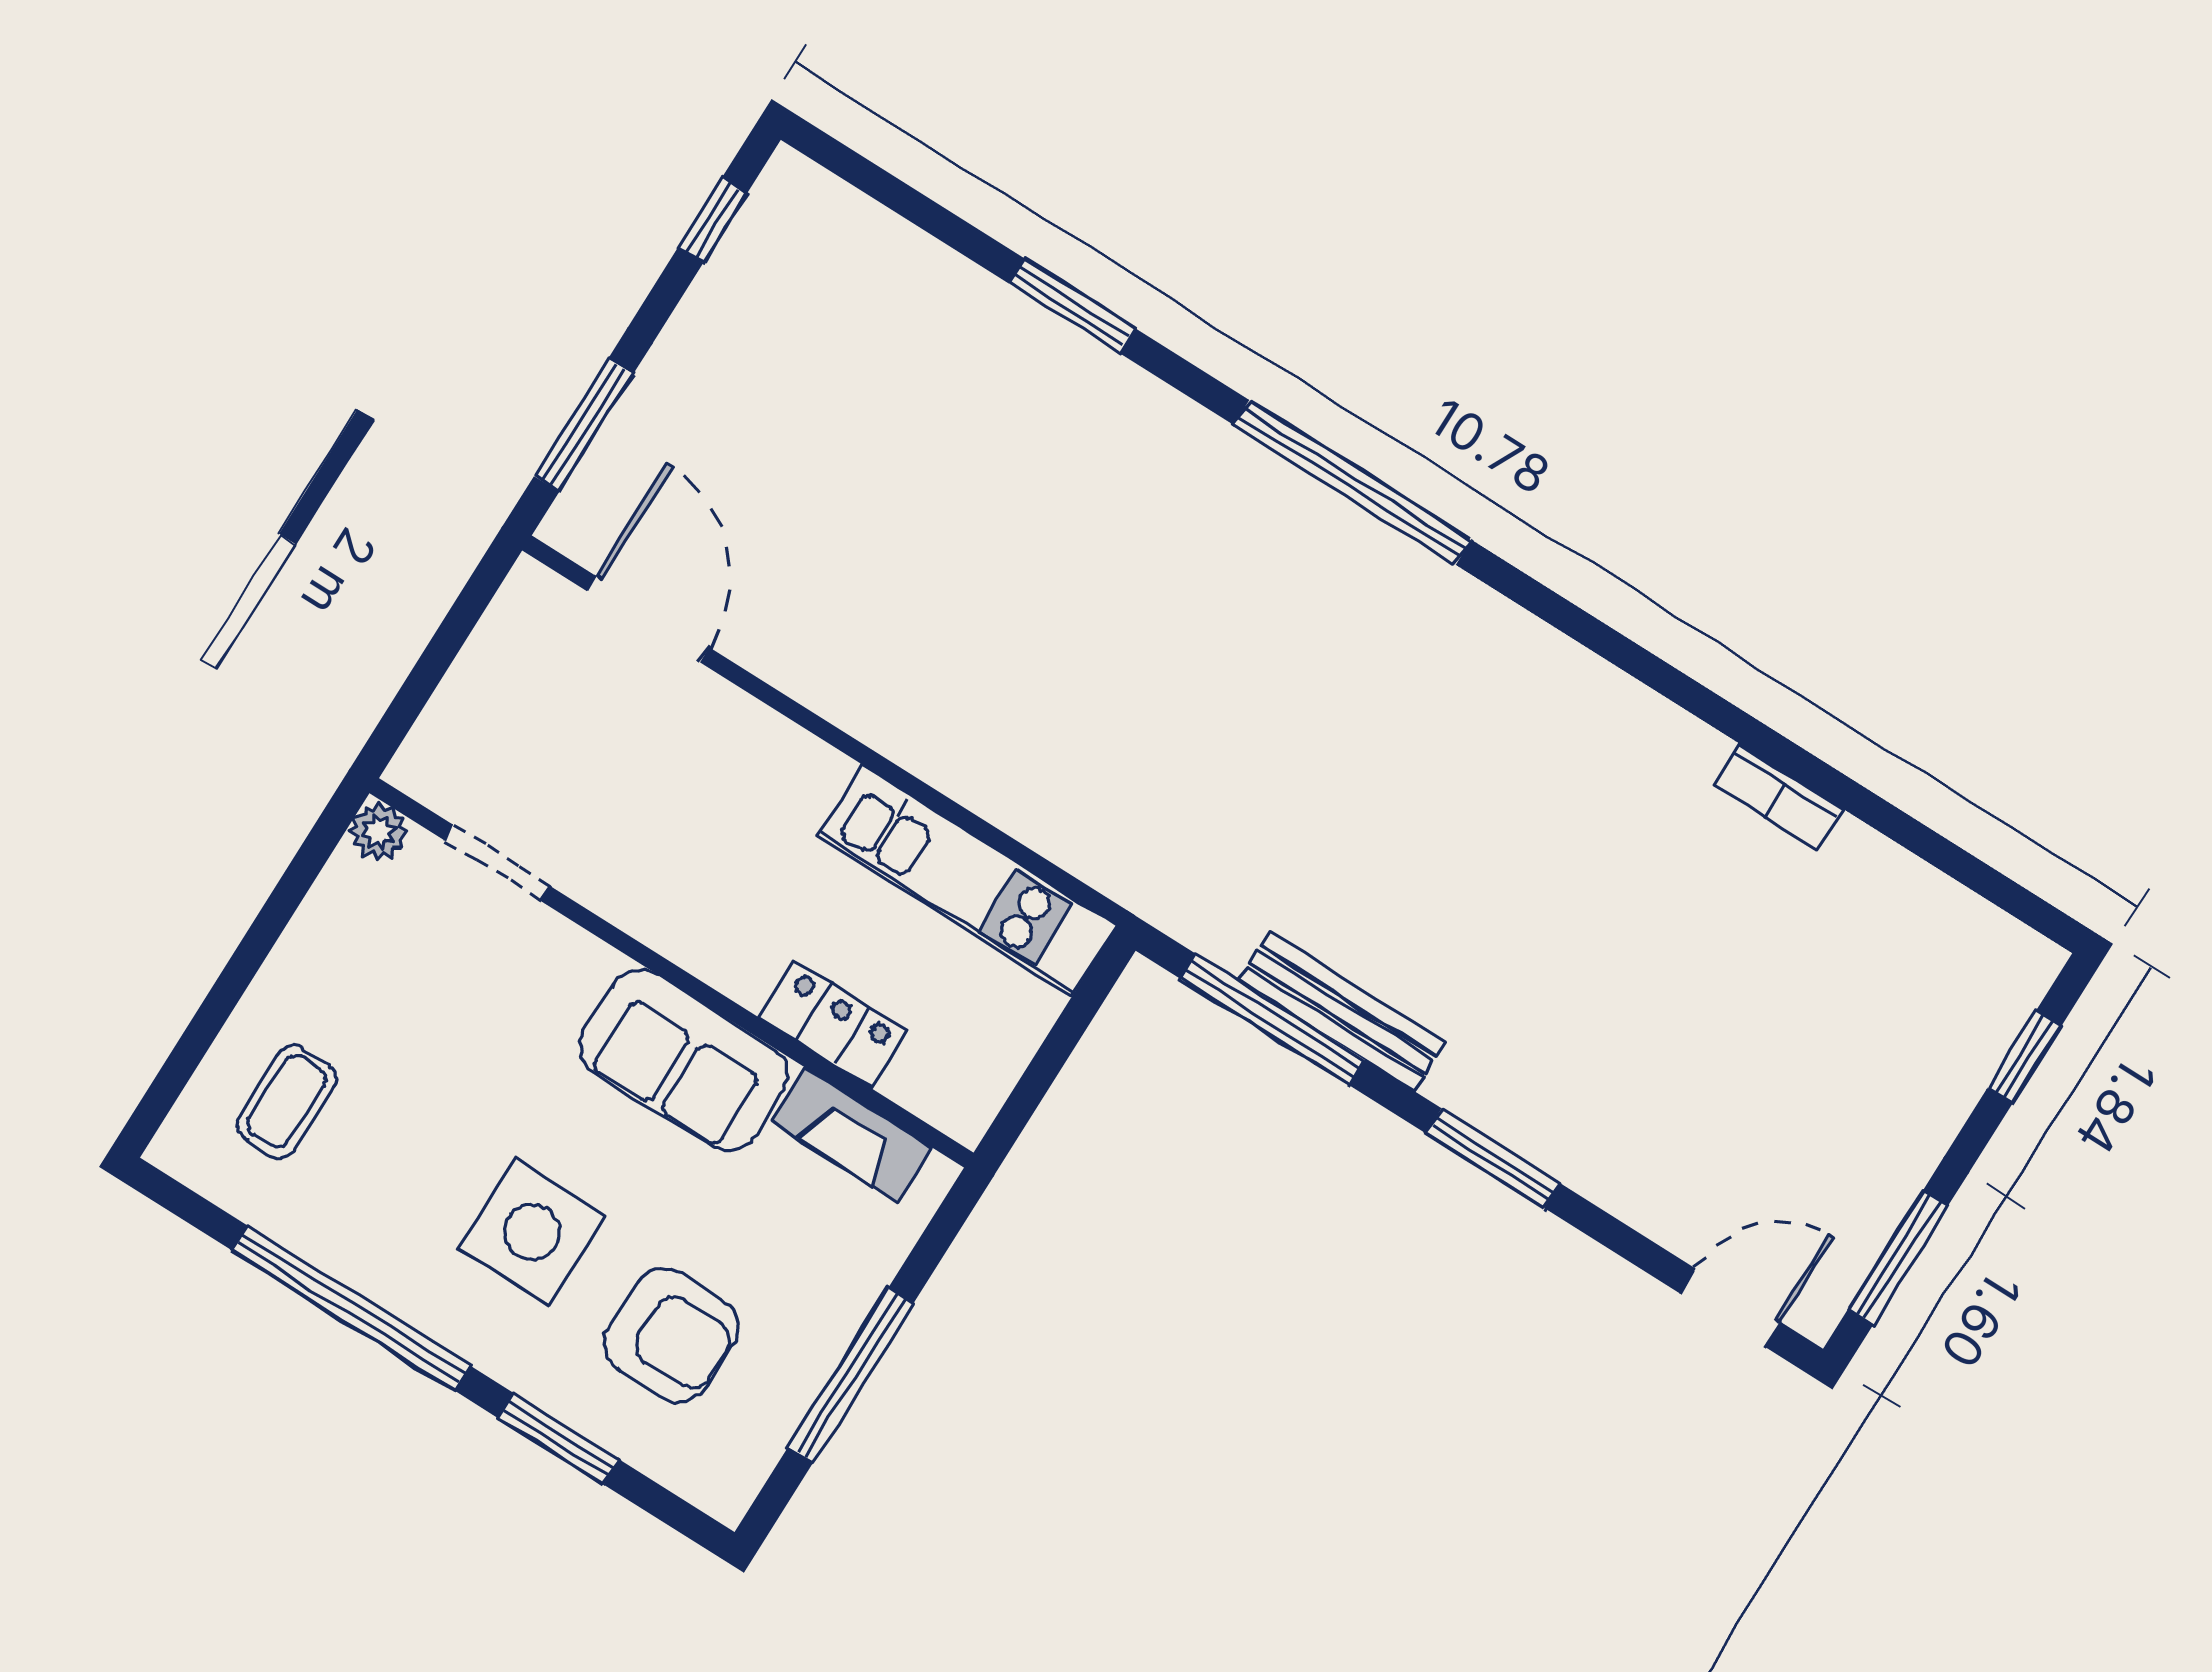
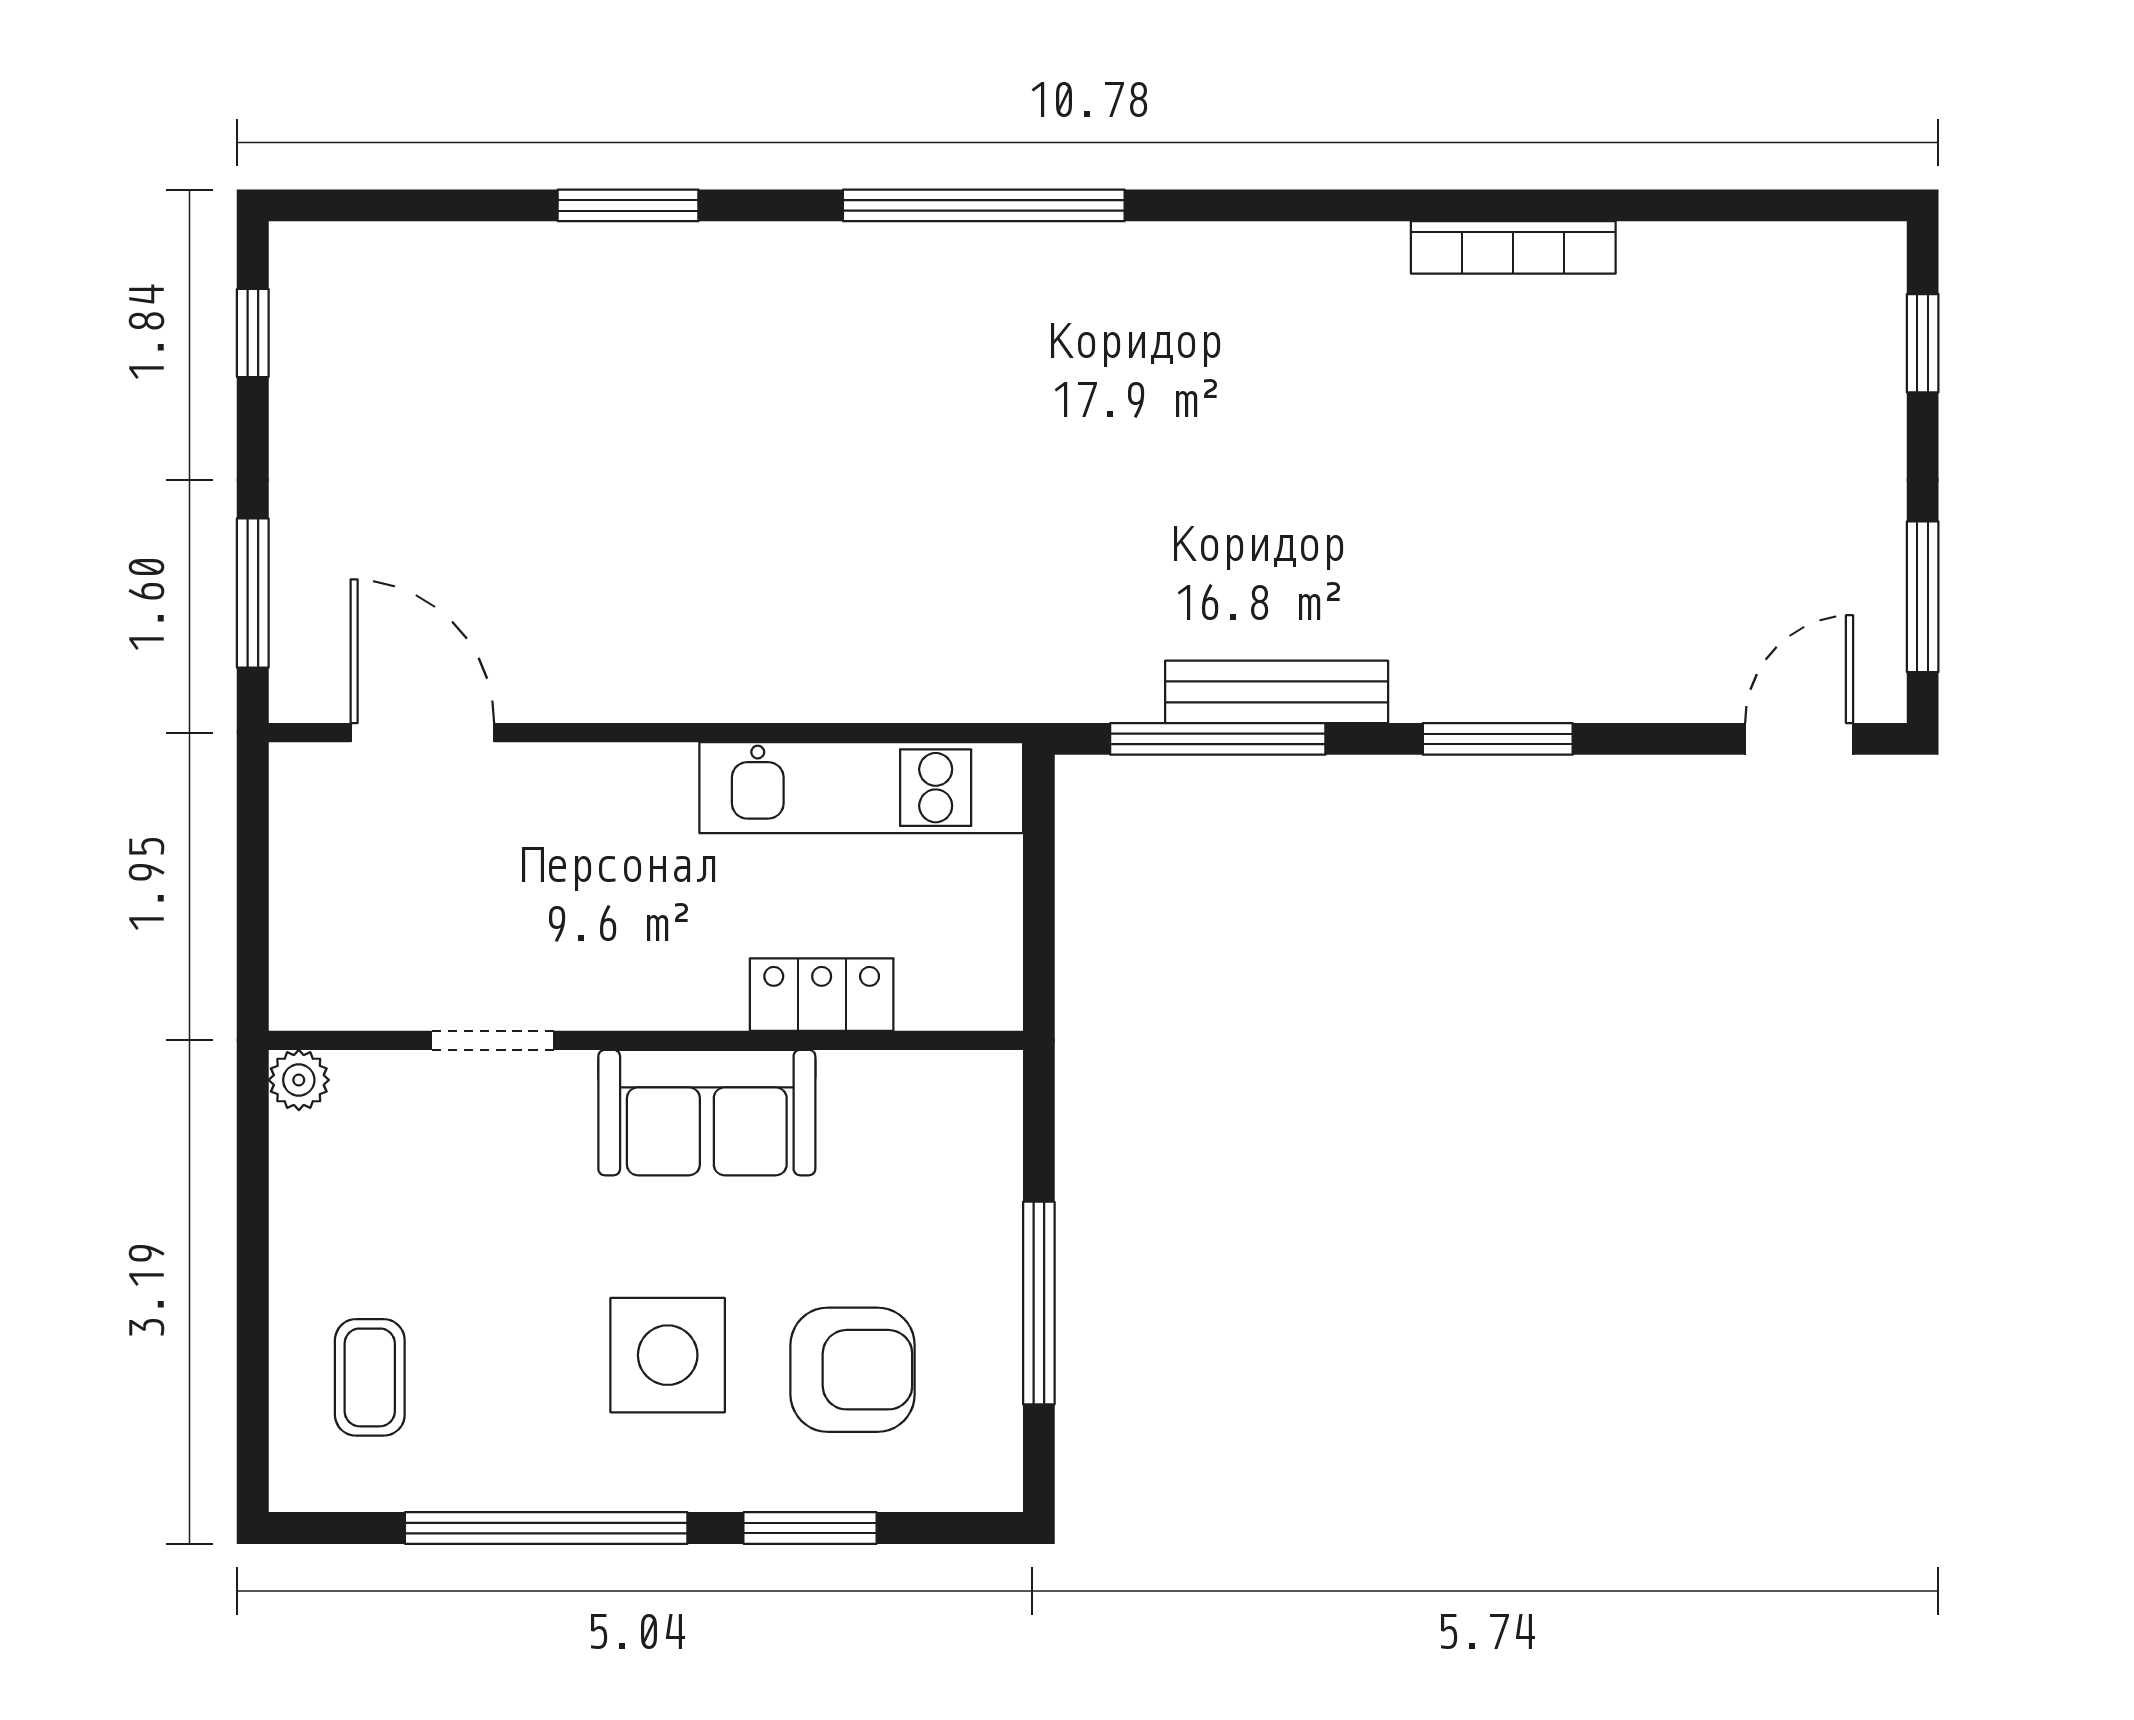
bookcase: (1778, 797) -> (1513, 247), width x1.56
doorway: (497, 863) -> (492, 1040), moved
fireplace: (852, 1135) -> (902, 1084), removed

